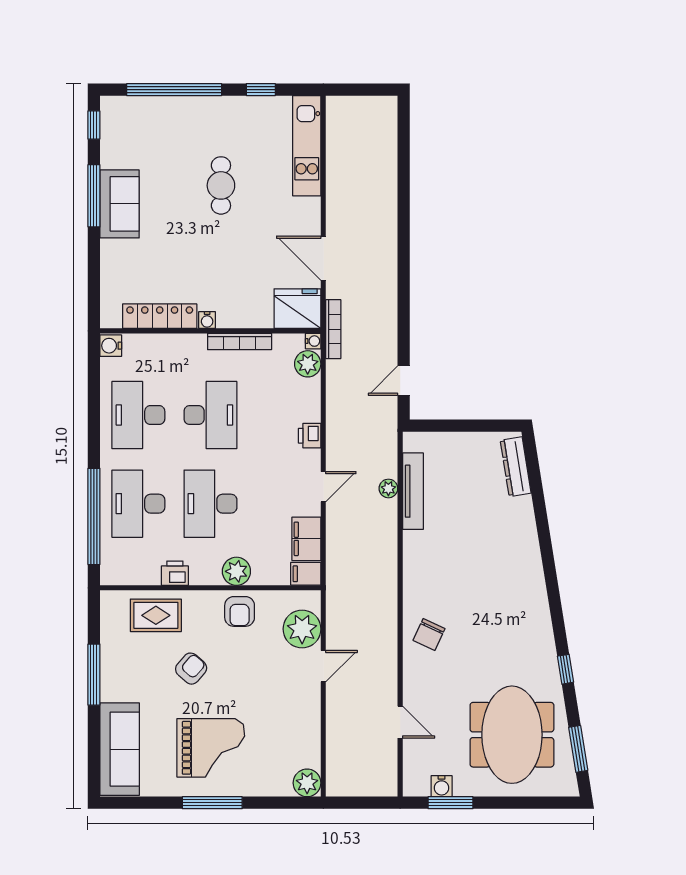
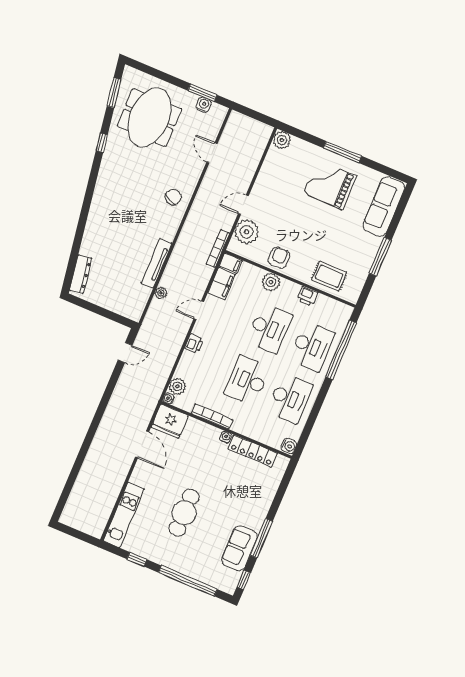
cafe table: (221, 185) -> (184, 513), width x1.37, depth x1.35
sofa: (120, 204) -> (239, 548), moved
bookcase: (333, 329) -> (218, 249), moved
tv unit: (413, 491) -> (157, 263), moved
armchair: (191, 669) -> (322, 236), removed

